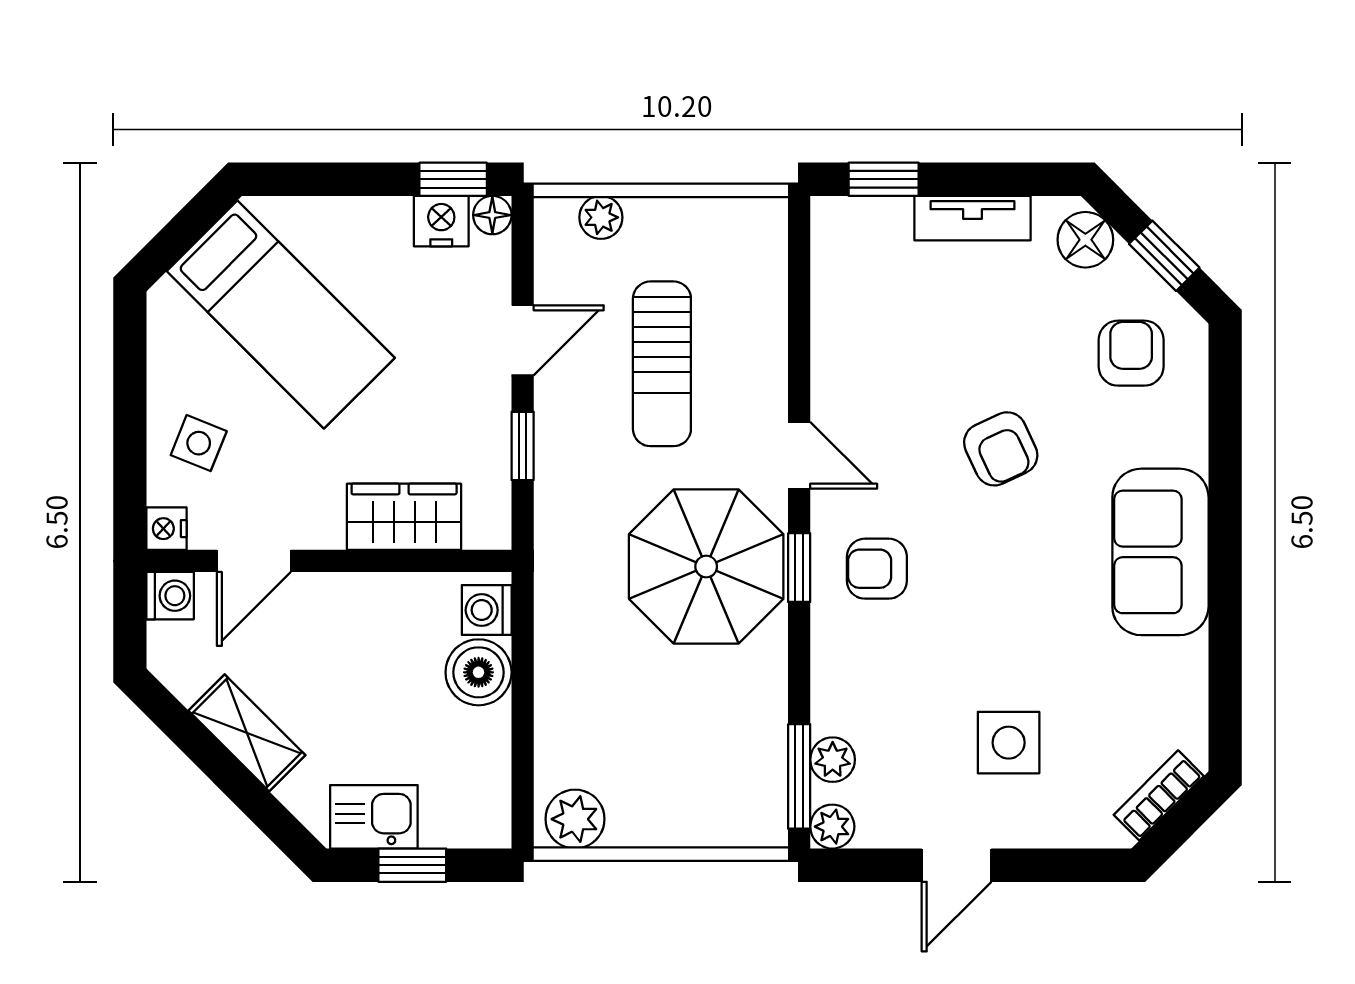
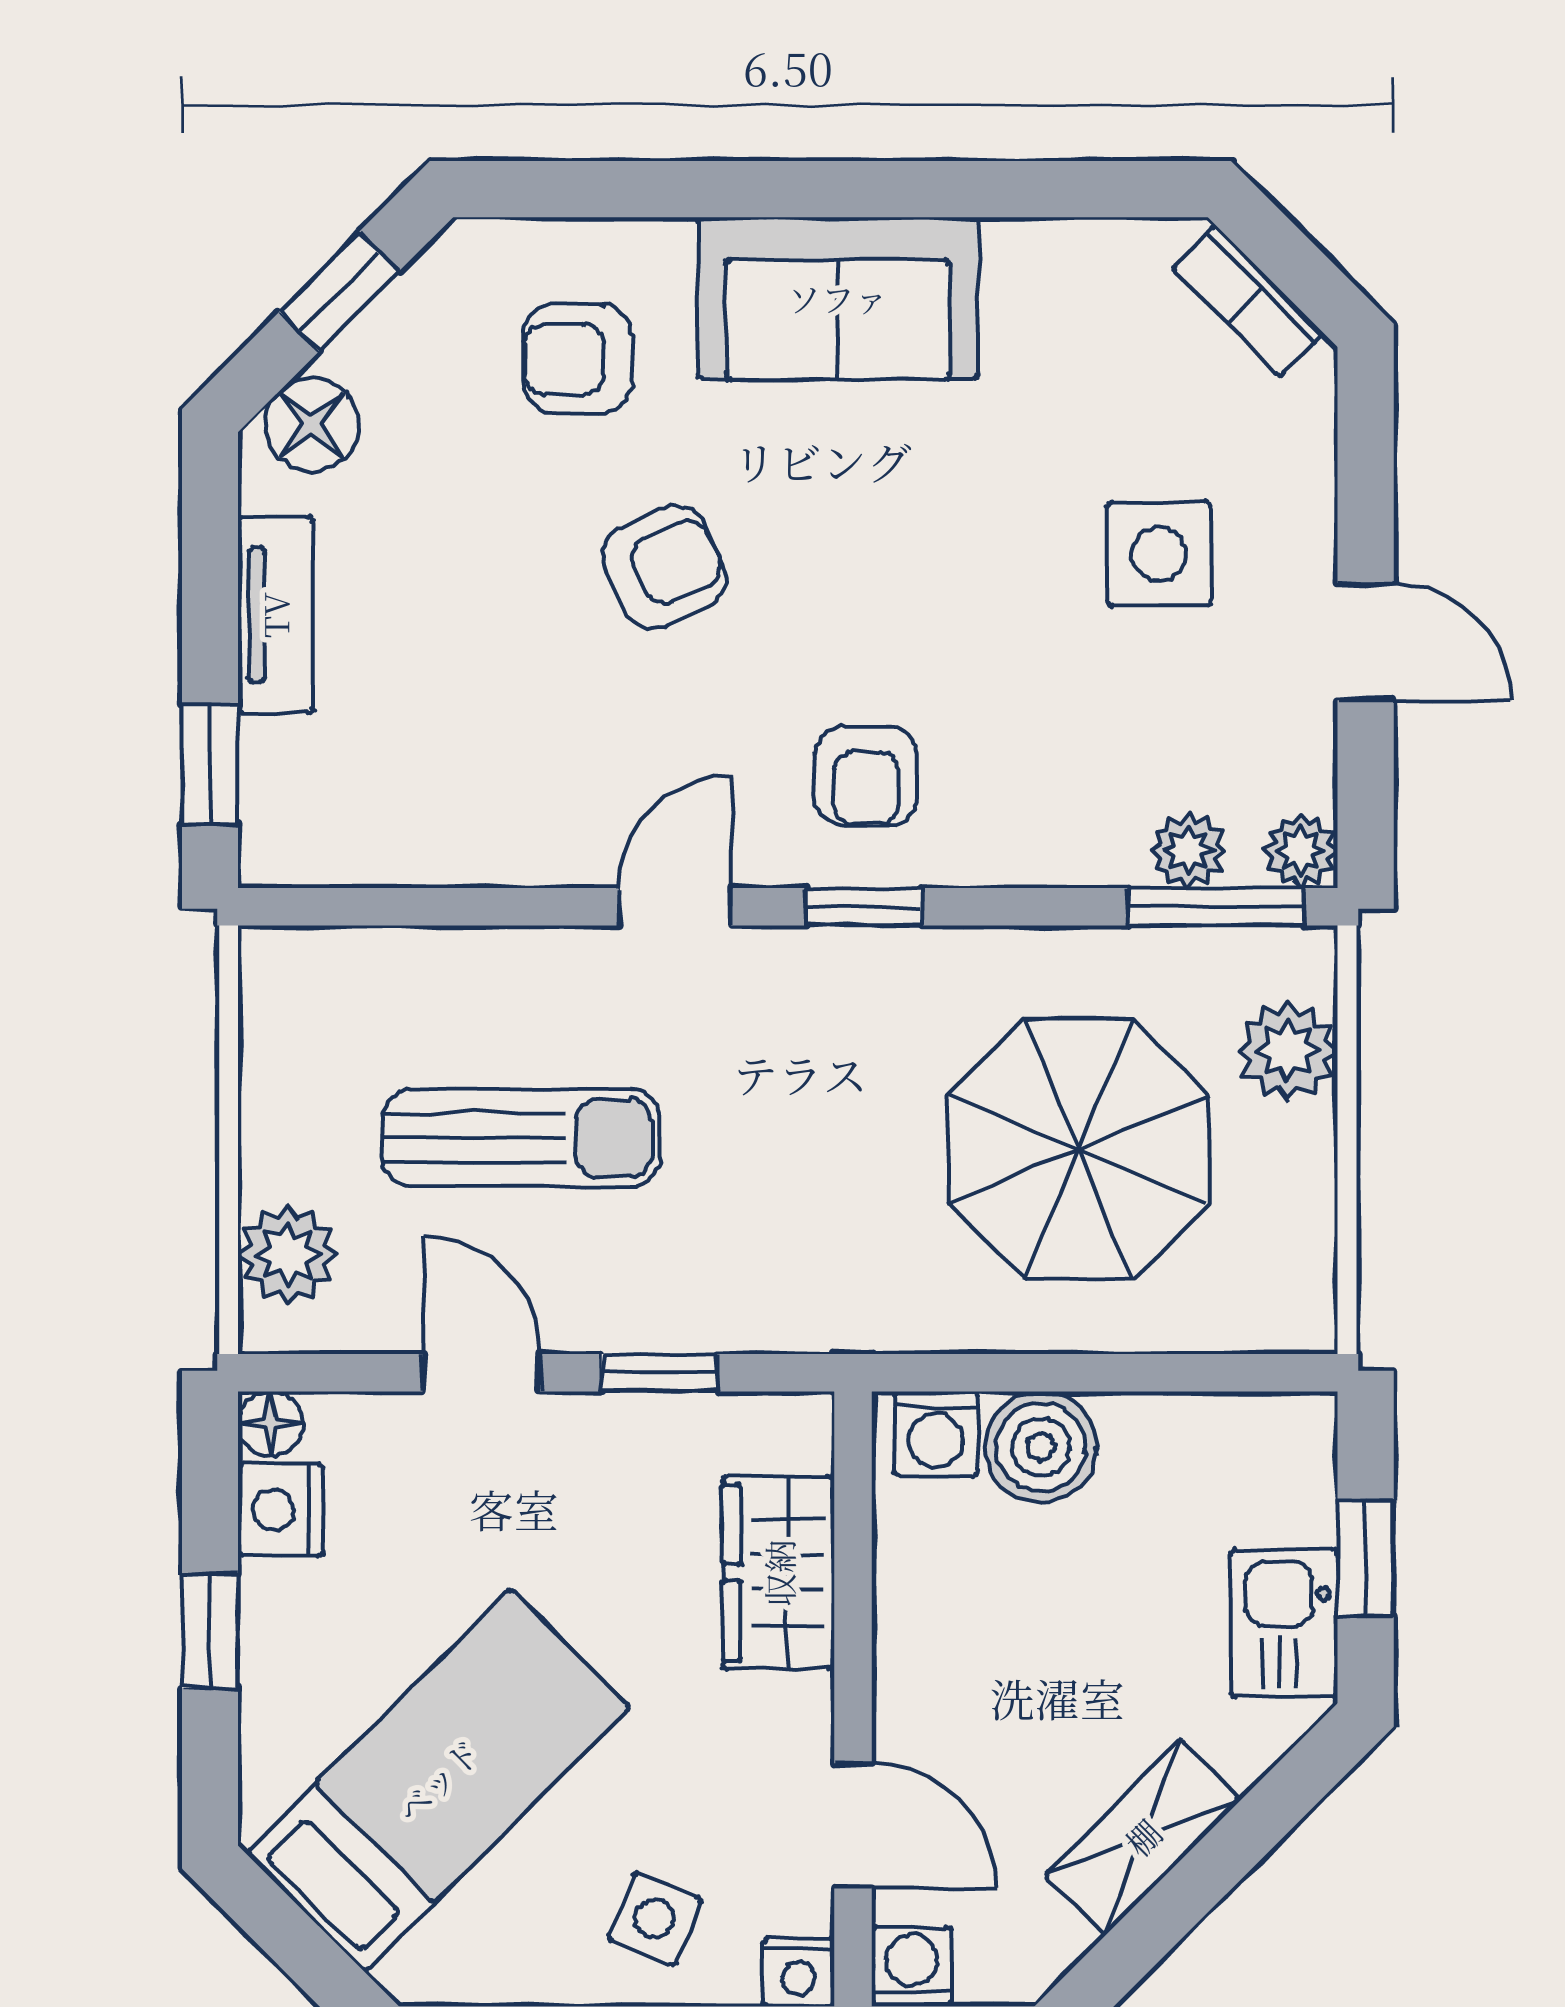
window: (453, 179) -> (210, 1631), moved
plant: (601, 217) -> (288, 1254), width x1.38, depth x1.38
armchair: (1131, 353) -> (577, 359), moved
parasol: (706, 567) -> (1079, 1149), moved
plant: (575, 819) -> (1288, 1051), moved

